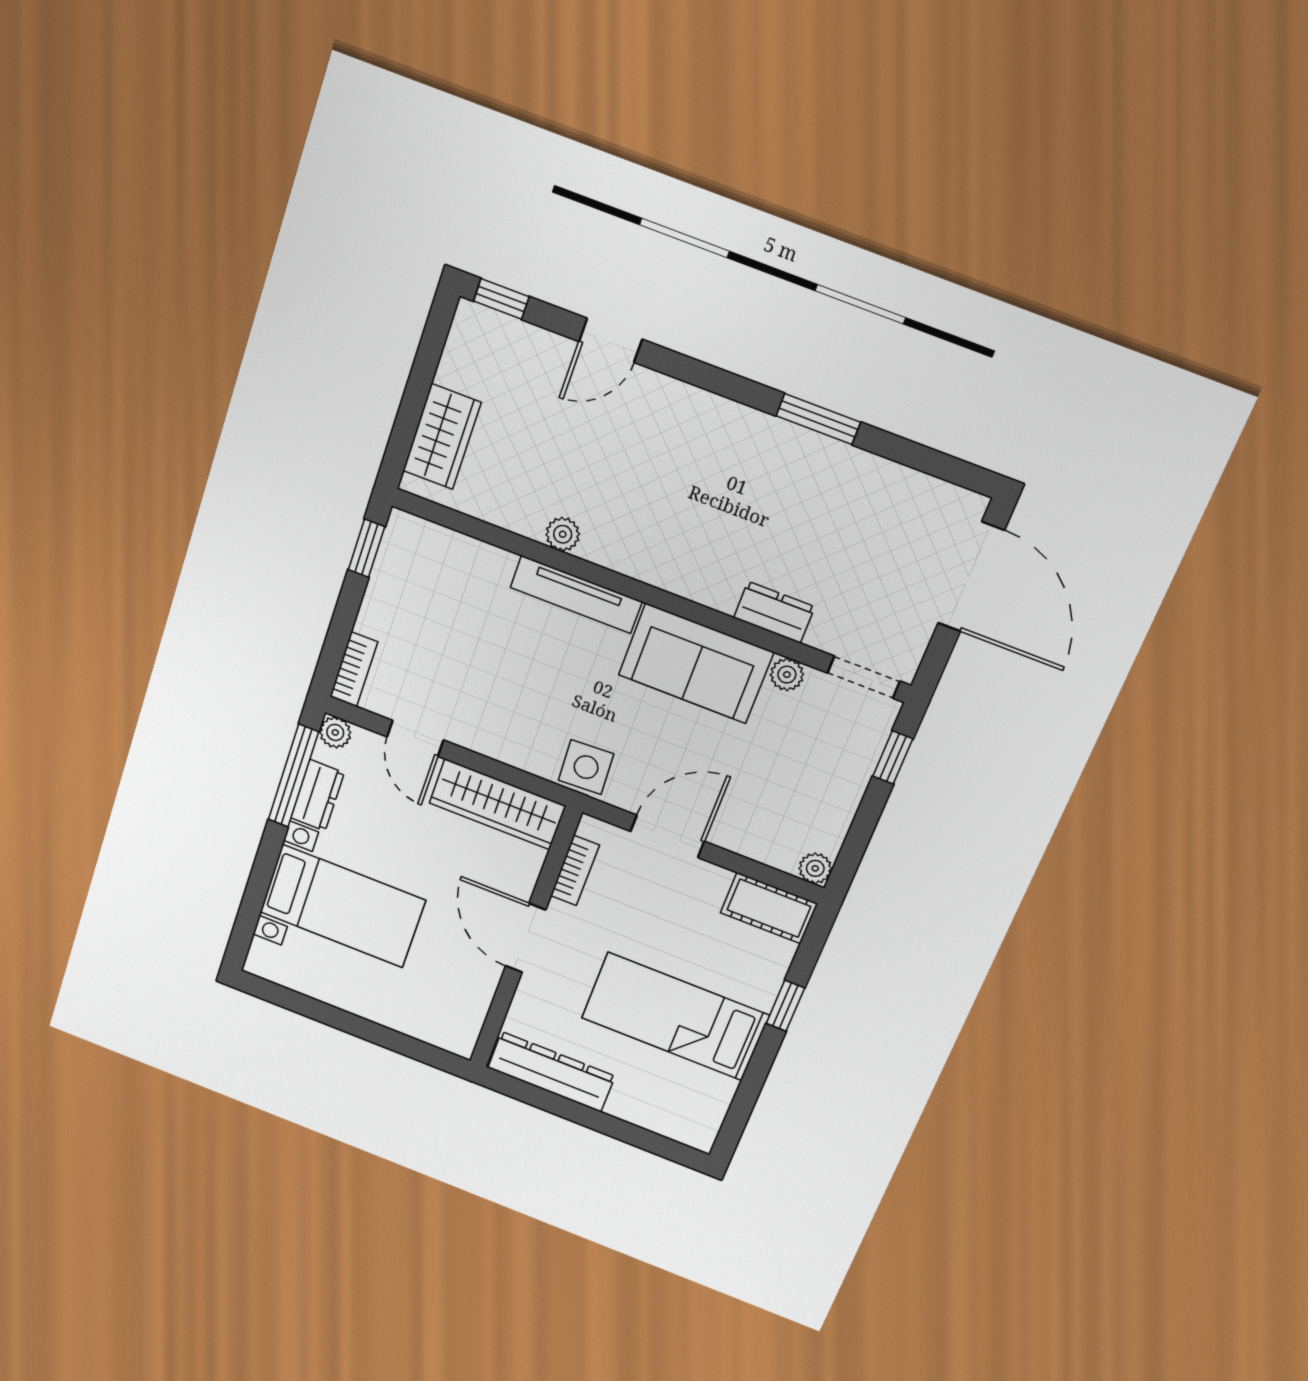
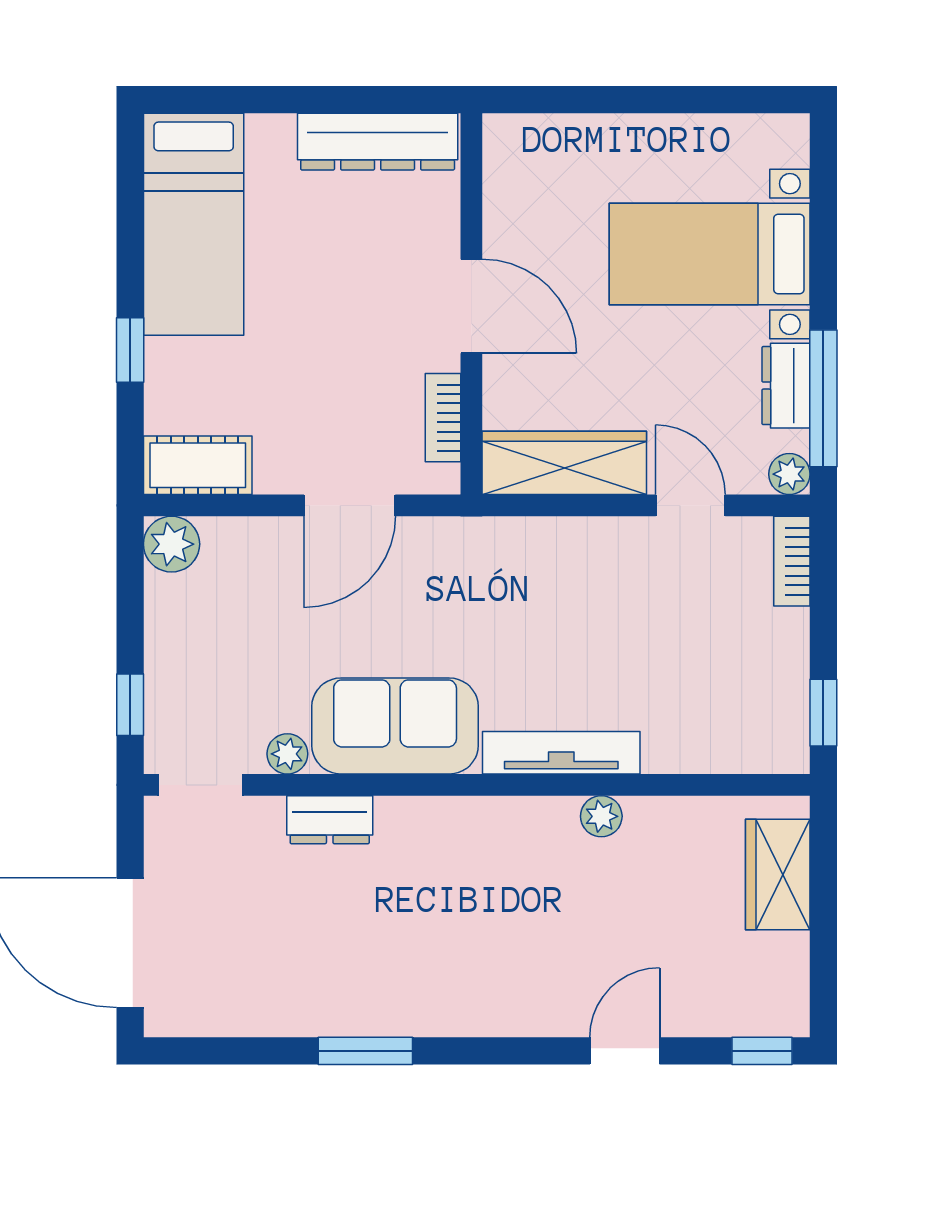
side table: (586, 767) -> (476, 552), removed
plant: (815, 868) -> (172, 544), width x1.38, depth x1.38
bed: (675, 1017) -> (194, 224), moved, turned 90

